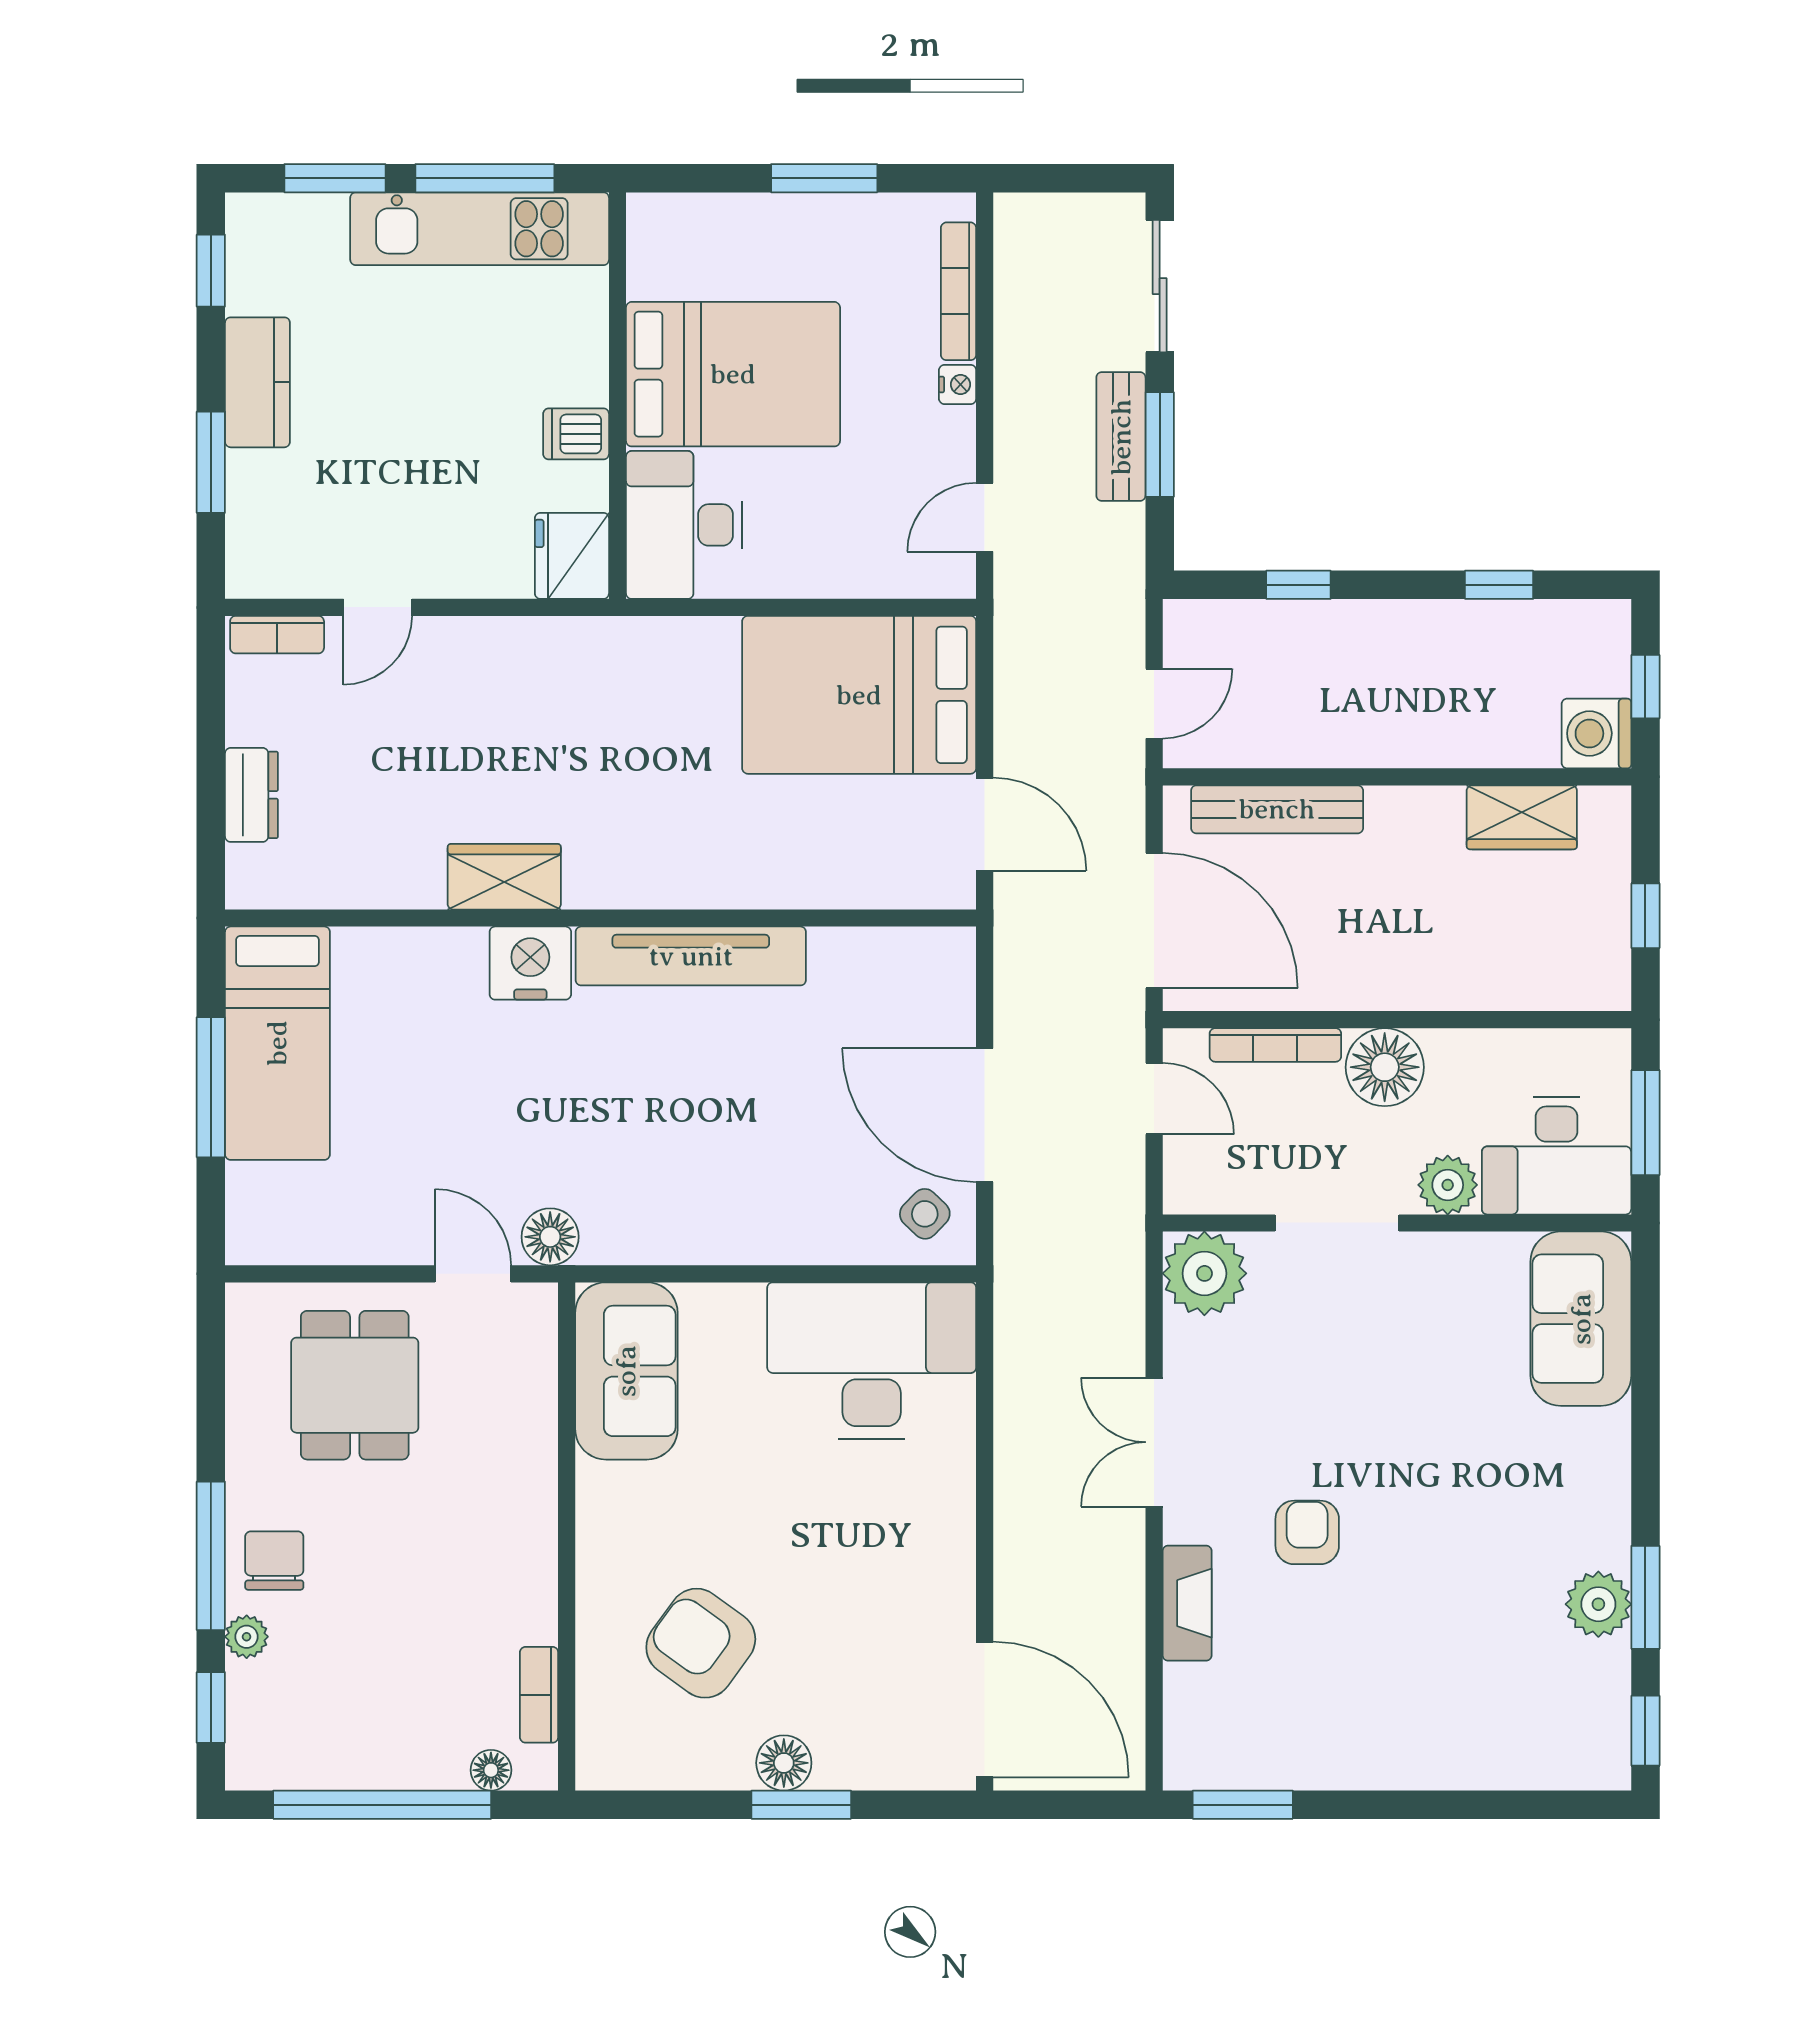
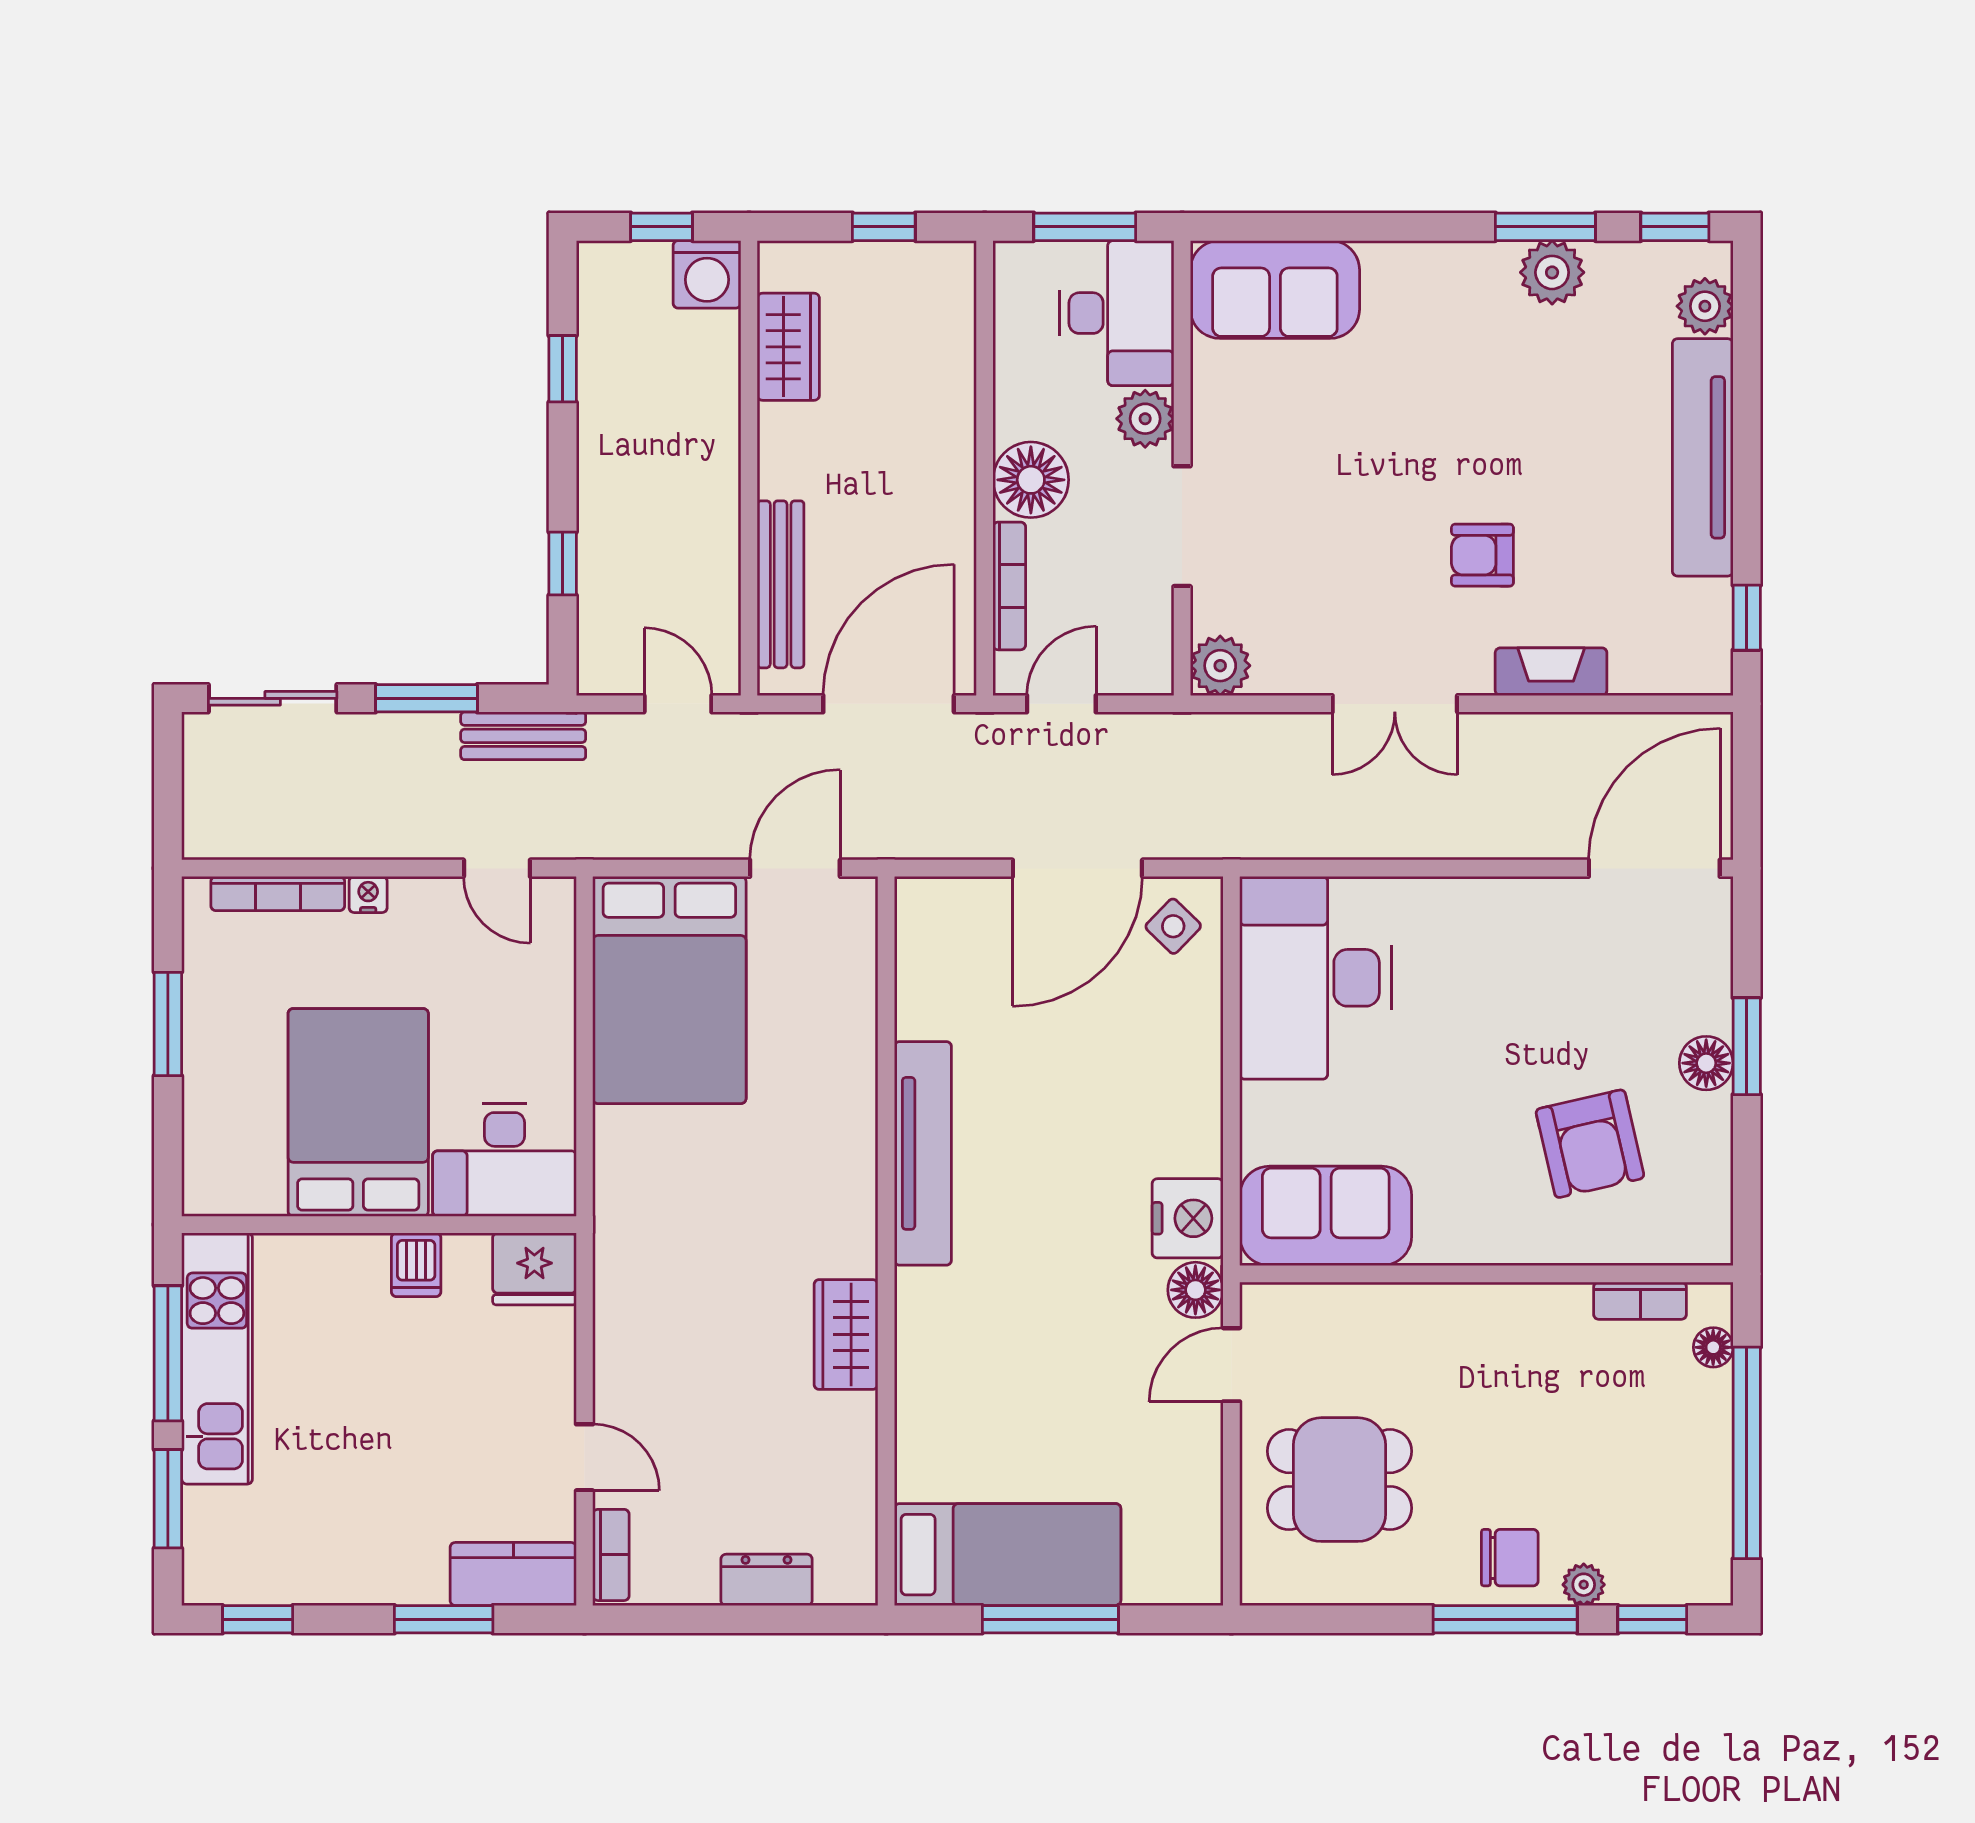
kitchen counter: (257, 382) -> (513, 1574), moved
bench: (1121, 437) -> (523, 736), moved
nightstand: (530, 963) -> (1188, 1218), moved, turned 180
plant: (1204, 1273) -> (1220, 666), width x0.73, depth x0.73
chair: (274, 1561) -> (1510, 1558), turned 180
armchair: (701, 1643) -> (1590, 1144), turned -49
tv unit: (1408, 1759) -> (1703, 457), added
plant: (1564, 1762) -> (1705, 306), added
window: (1243, 1805) -> (1747, 618), width x0.67

